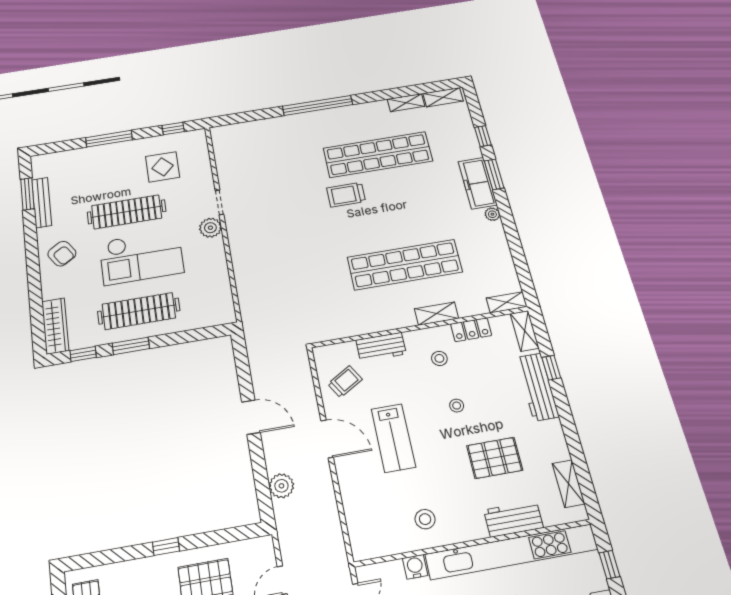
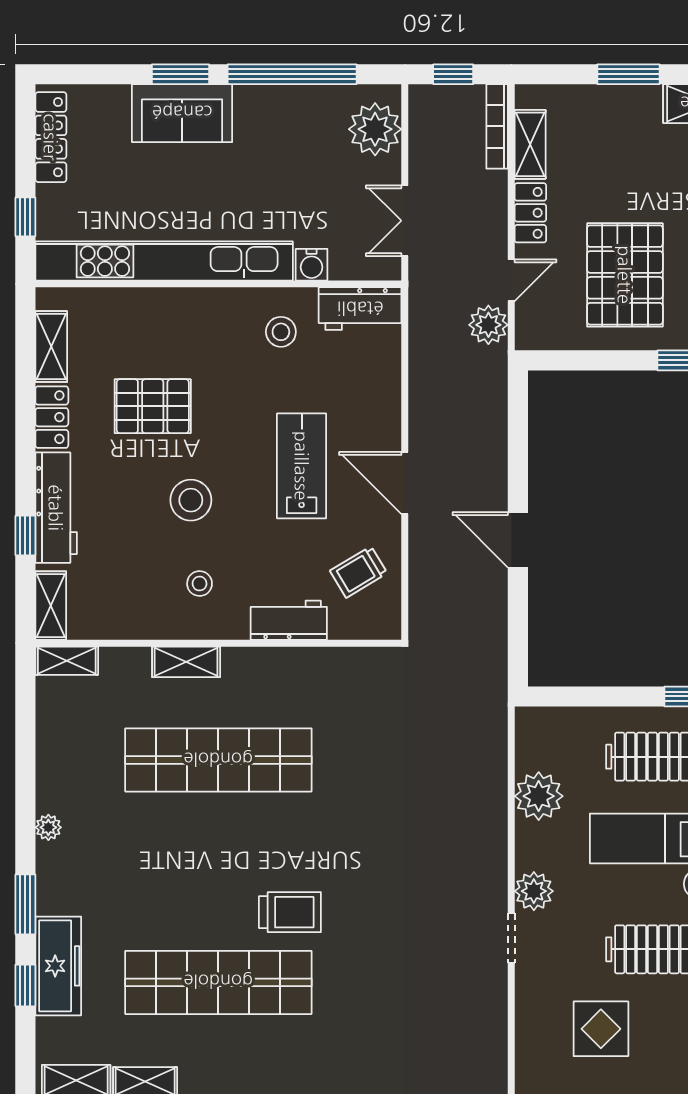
freezer: (478, 183) -> (58, 966), moved
plant: (215, 277) -> (539, 796), added
locker: (471, 330) -> (52, 417), moved, turned 90
stool: (457, 406) -> (191, 500), width x1.89, depth x1.89
plant: (281, 486) -> (488, 325), moved
workbench: (514, 519) -> (360, 309), moved

